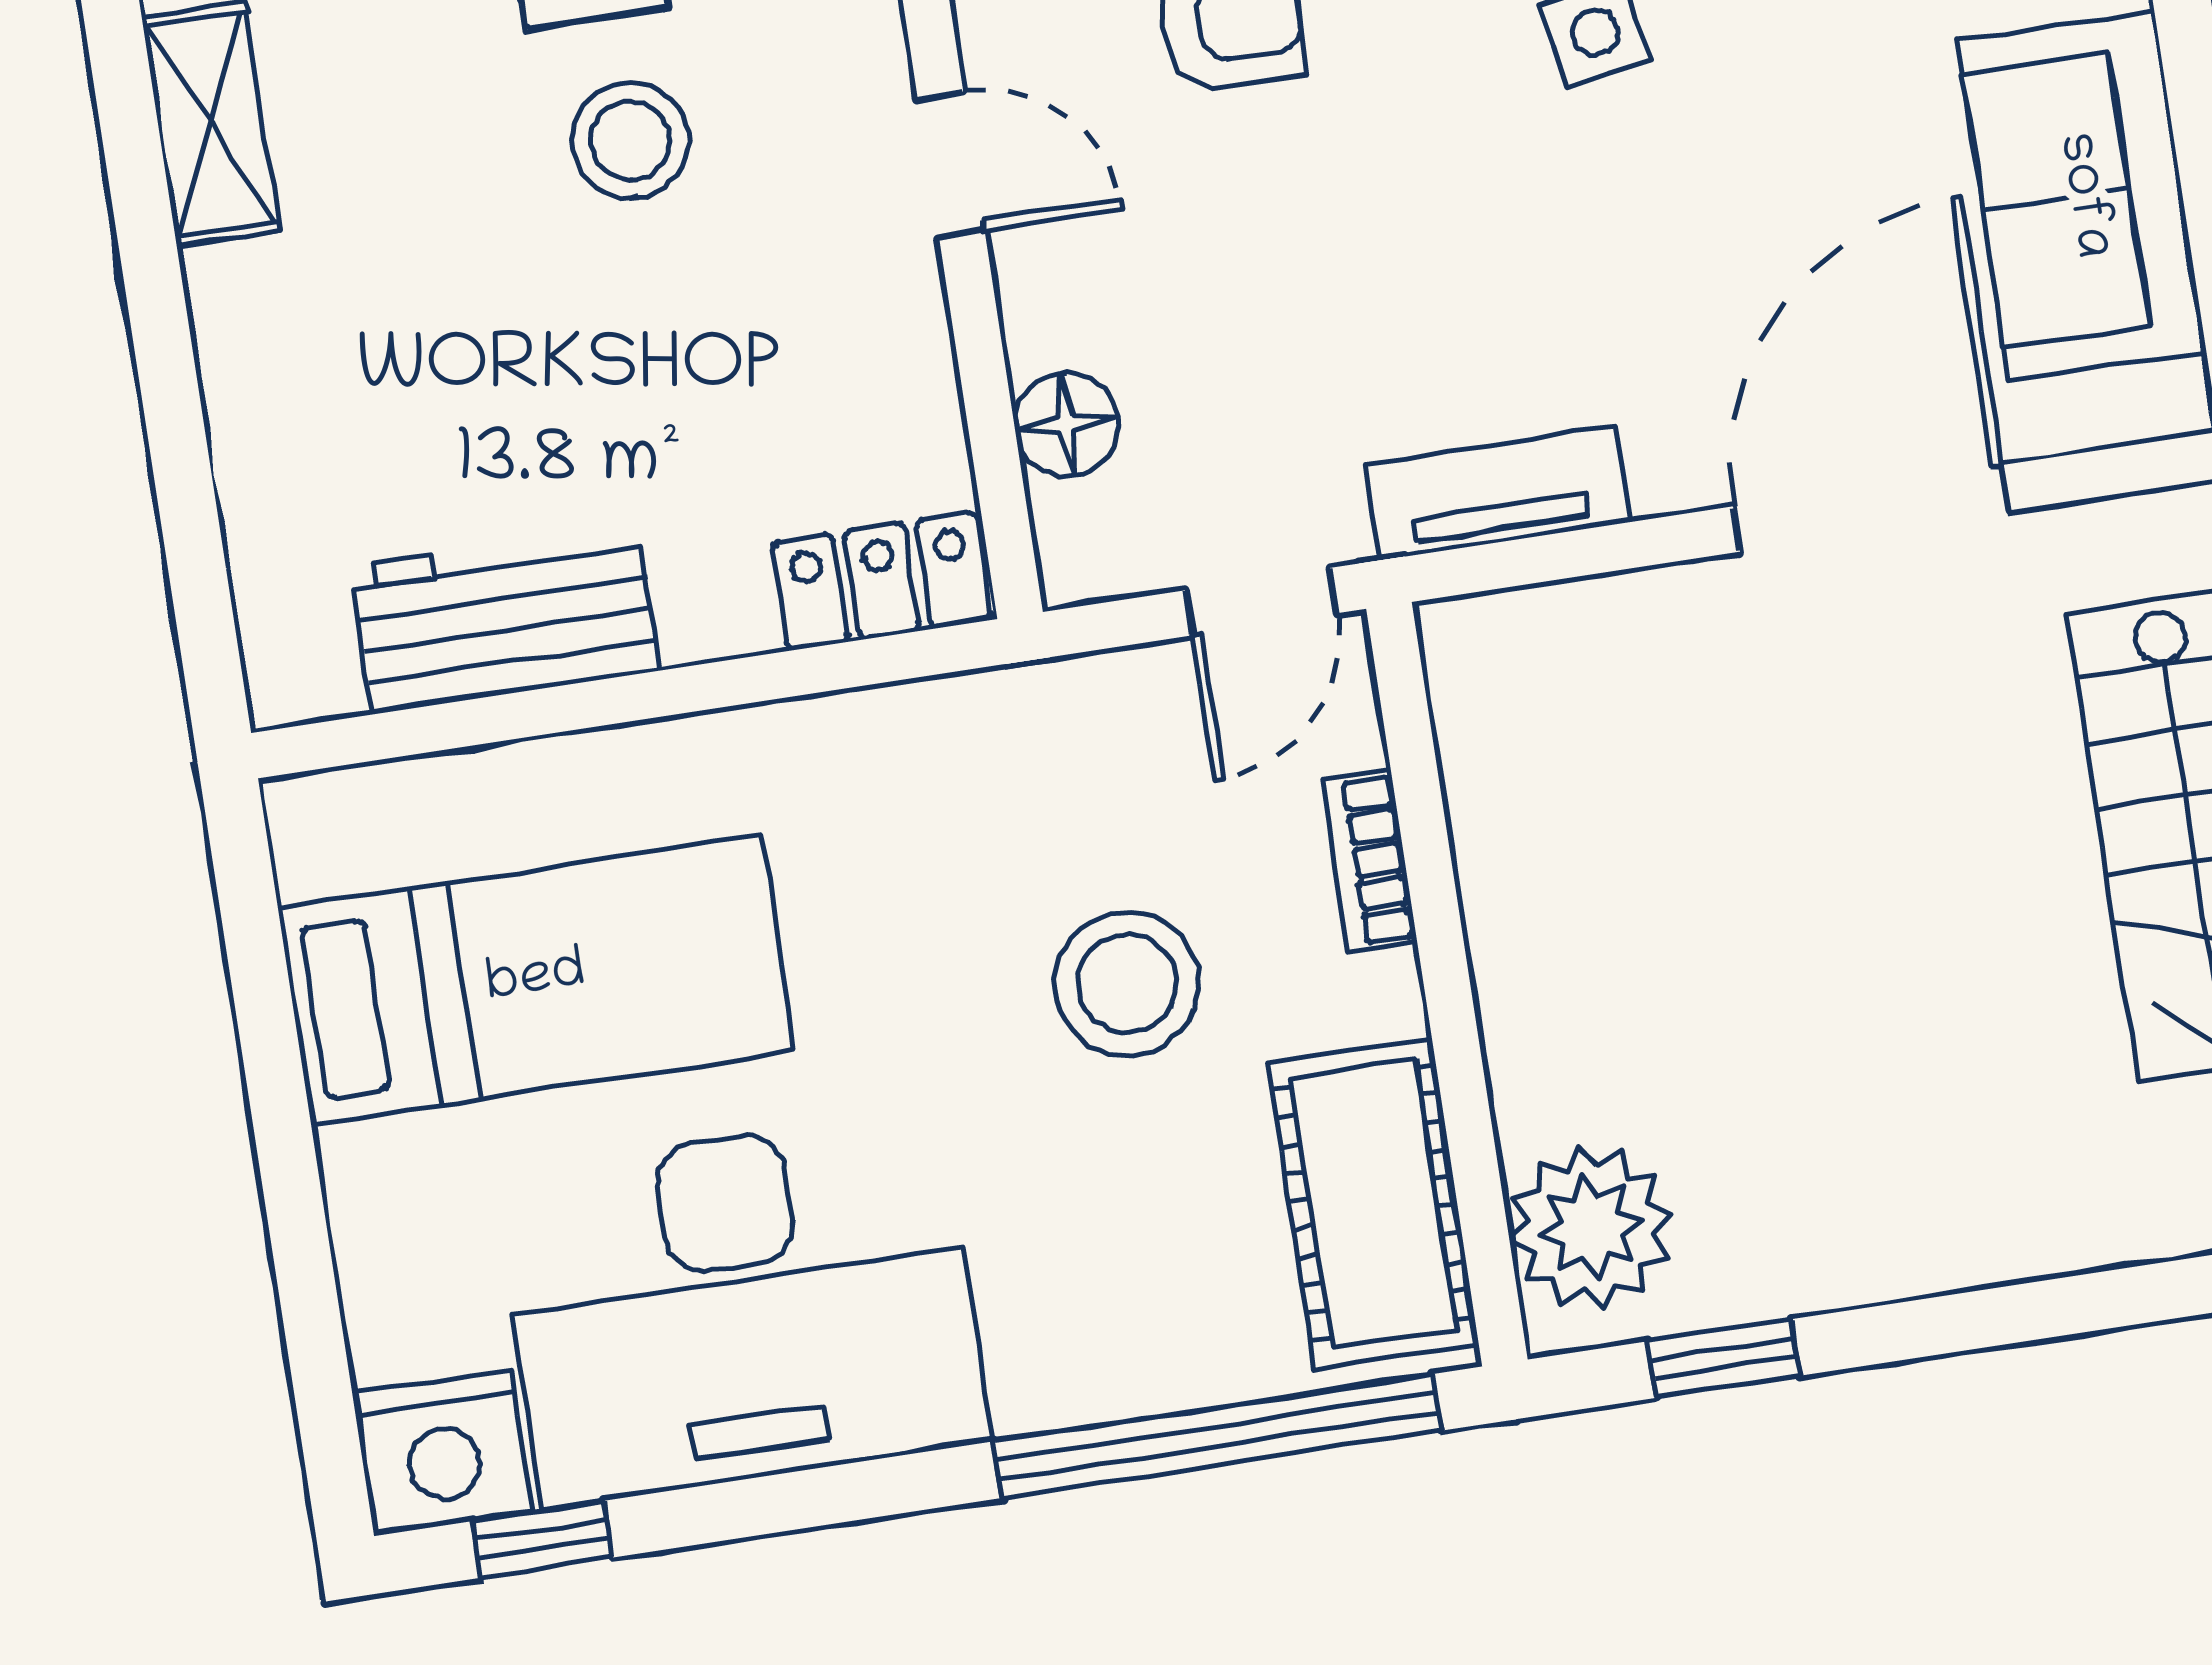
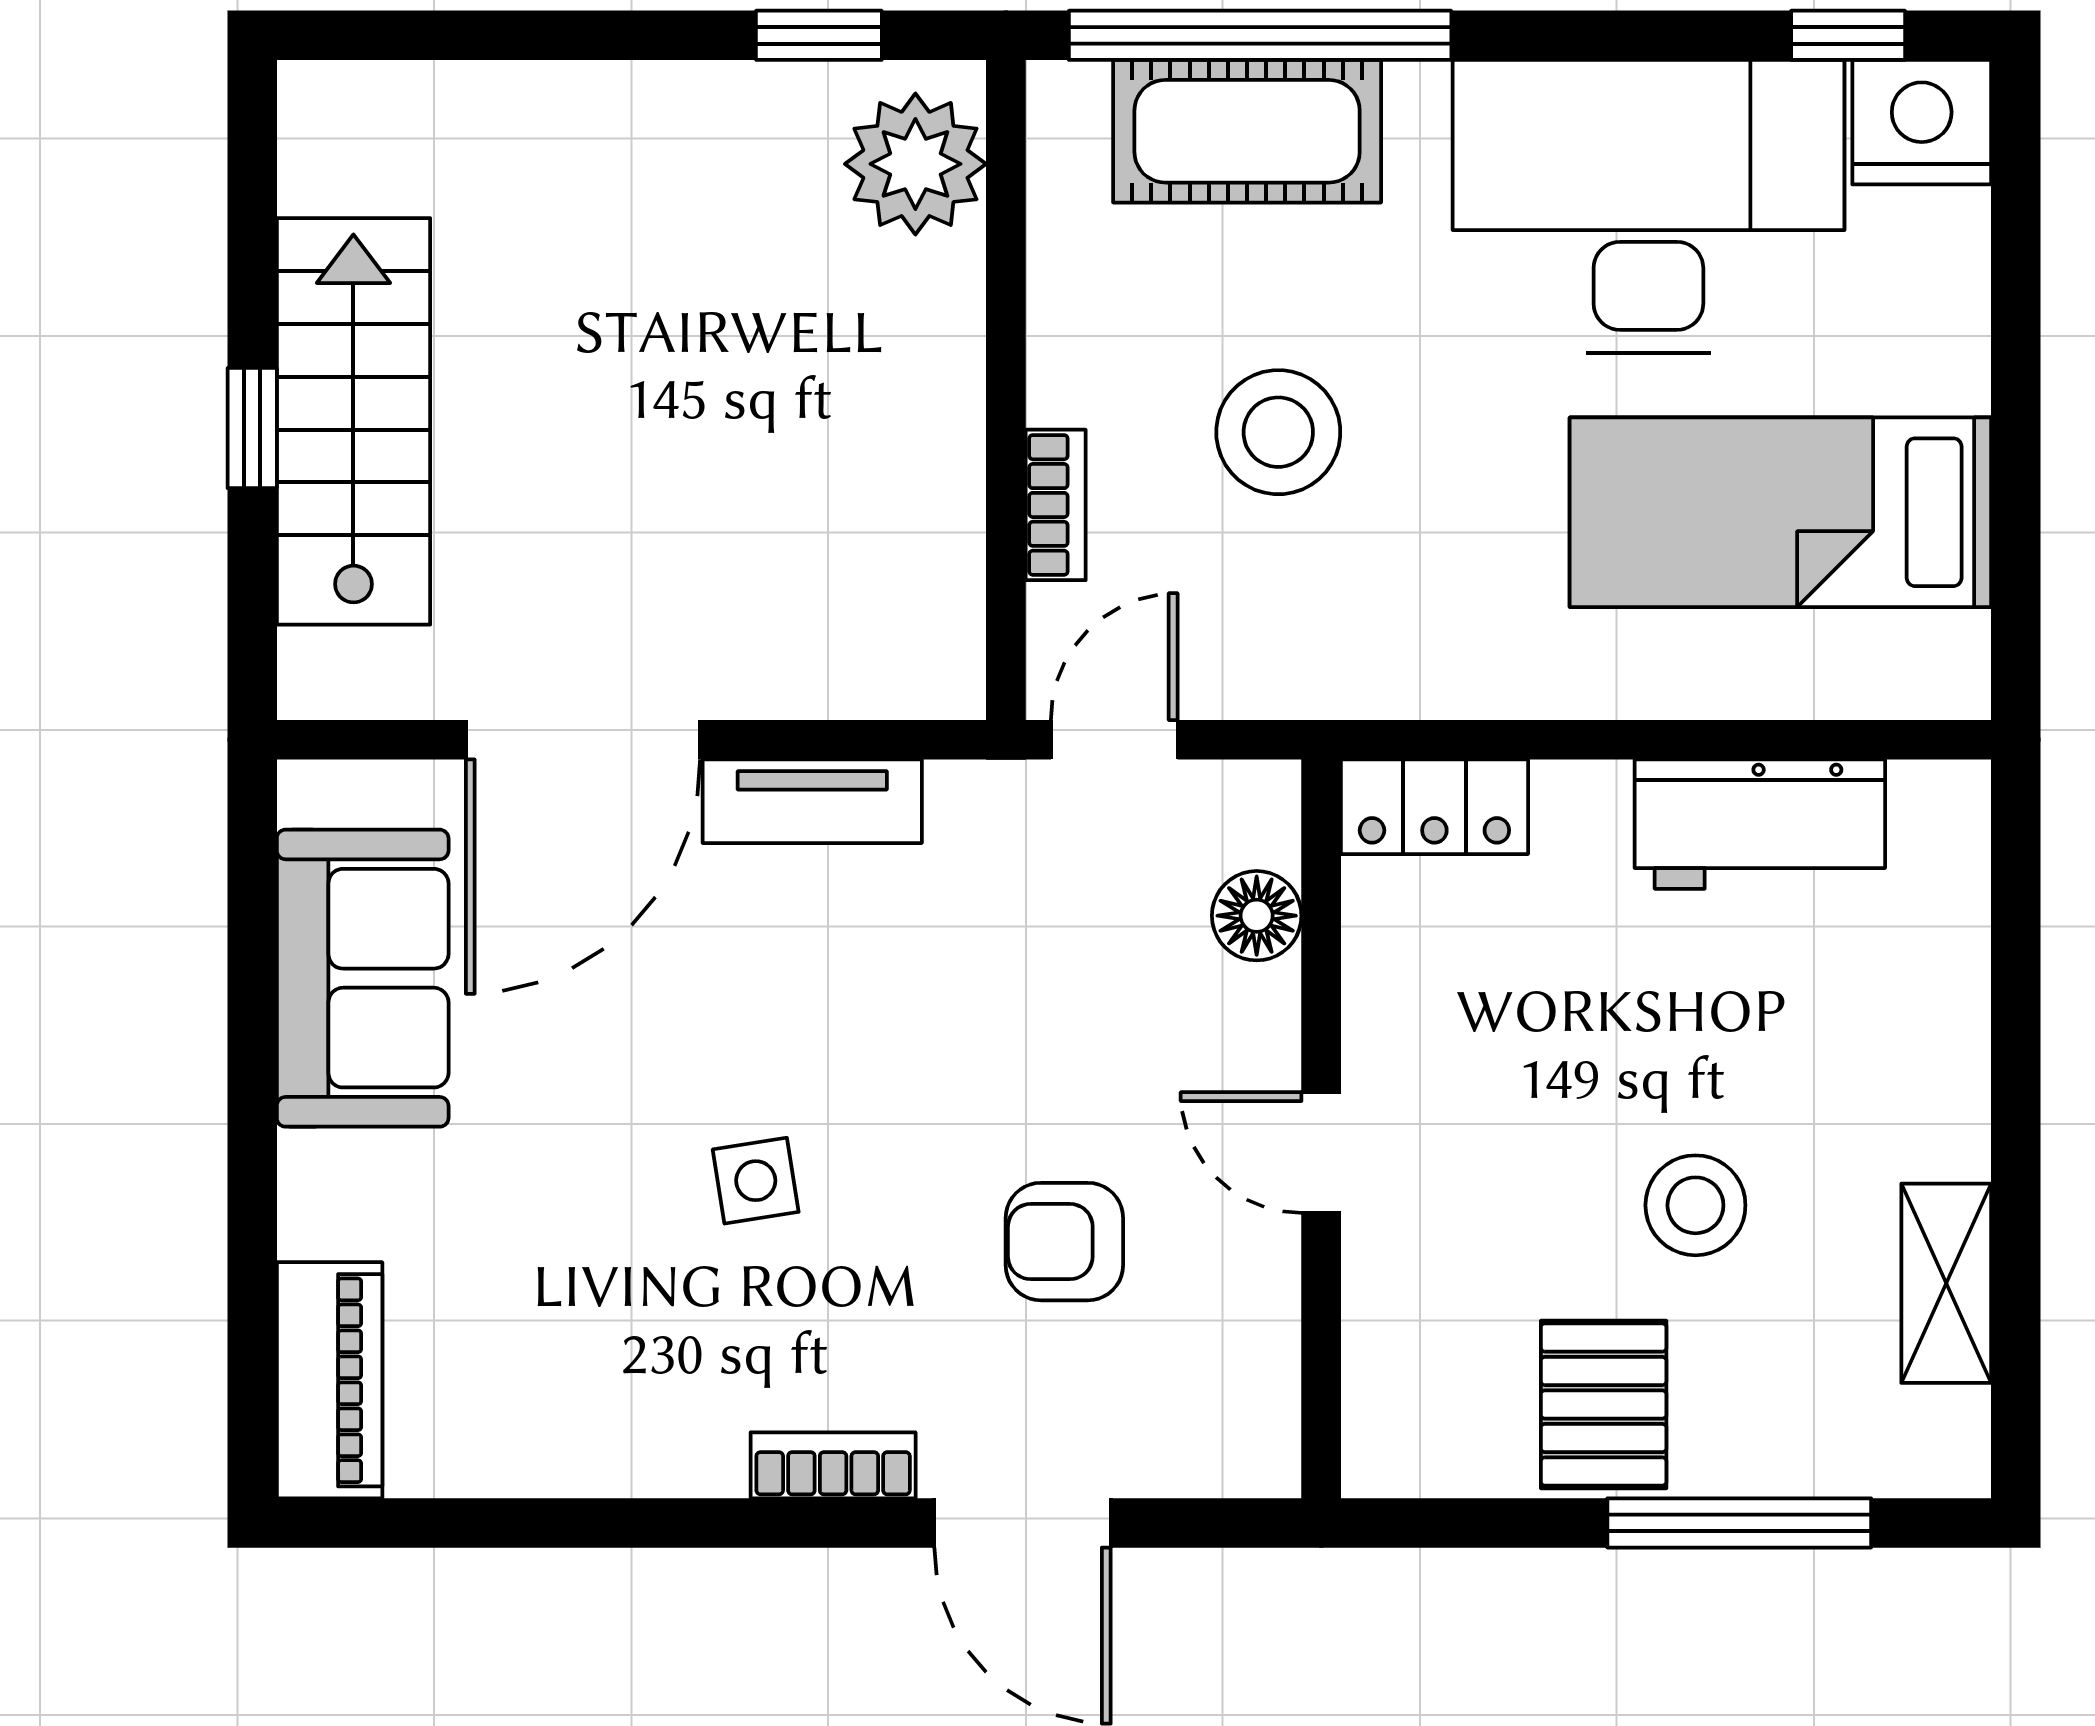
stool: (630, 141) -> (1695, 1205), moved
tv unit: (1498, 493) -> (812, 801), moved
cot: (1374, 1203) -> (1247, 131), moved, turned 90

